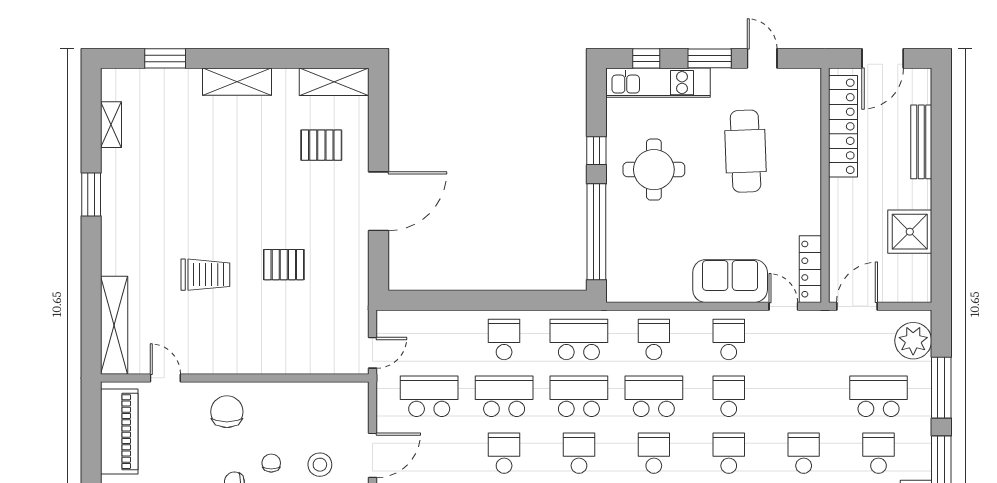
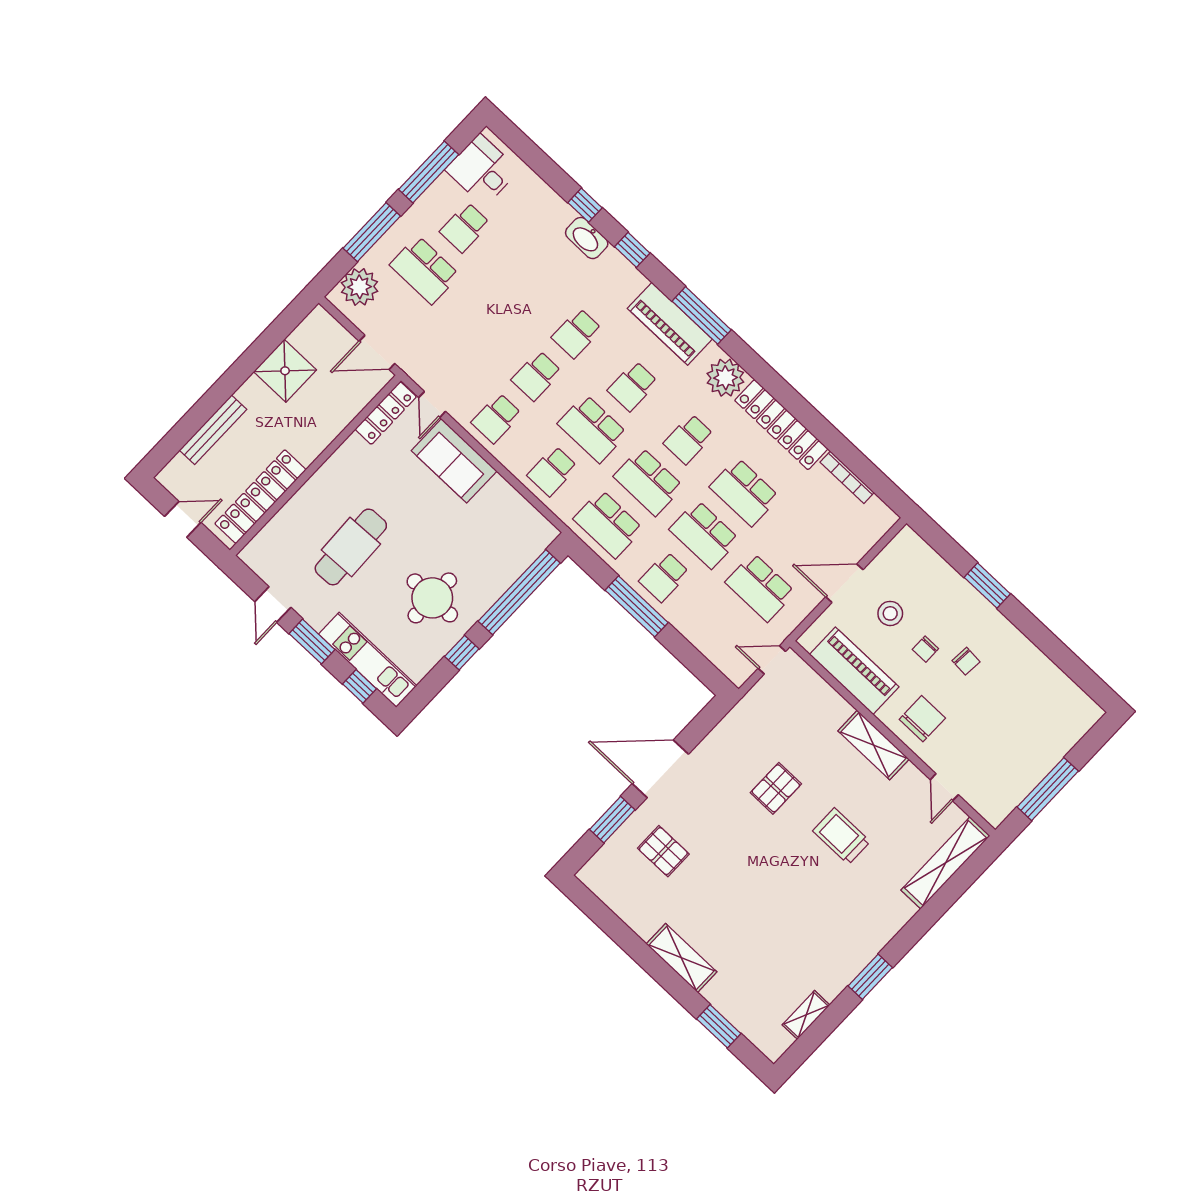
door: (883, 58) -> (183, 519), width x0.73
shelving: (334, 82) -> (874, 745), moved
window: (378, 133) -> (612, 820), added
pallet: (284, 265) -> (776, 788), turned 90
window: (504, 300) -> (637, 606), added
chair: (227, 412) -> (922, 719), turned 180
piano: (119, 432) -> (854, 671), moved, turned 90
window: (91, 446) -> (1048, 789), added
school desk: (504, 453) -> (744, 492), width x1.85
school desk: (804, 453) -> (521, 280), removed

